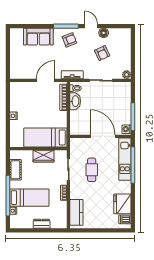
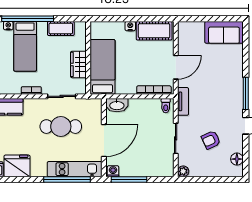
floor lamp: (104, 33) -> (237, 159), moved
sofa: (38, 37) -> (224, 32), moved, turned -90
armchair: (69, 40) -> (228, 98), removed
door: (46, 80) -> (176, 67), hinge flipped
cot: (17, 97) -> (154, 31), added
washbasin: (75, 101) -> (117, 105), moved
cafe table: (92, 170) -> (61, 127), width x1.37, depth x1.35

